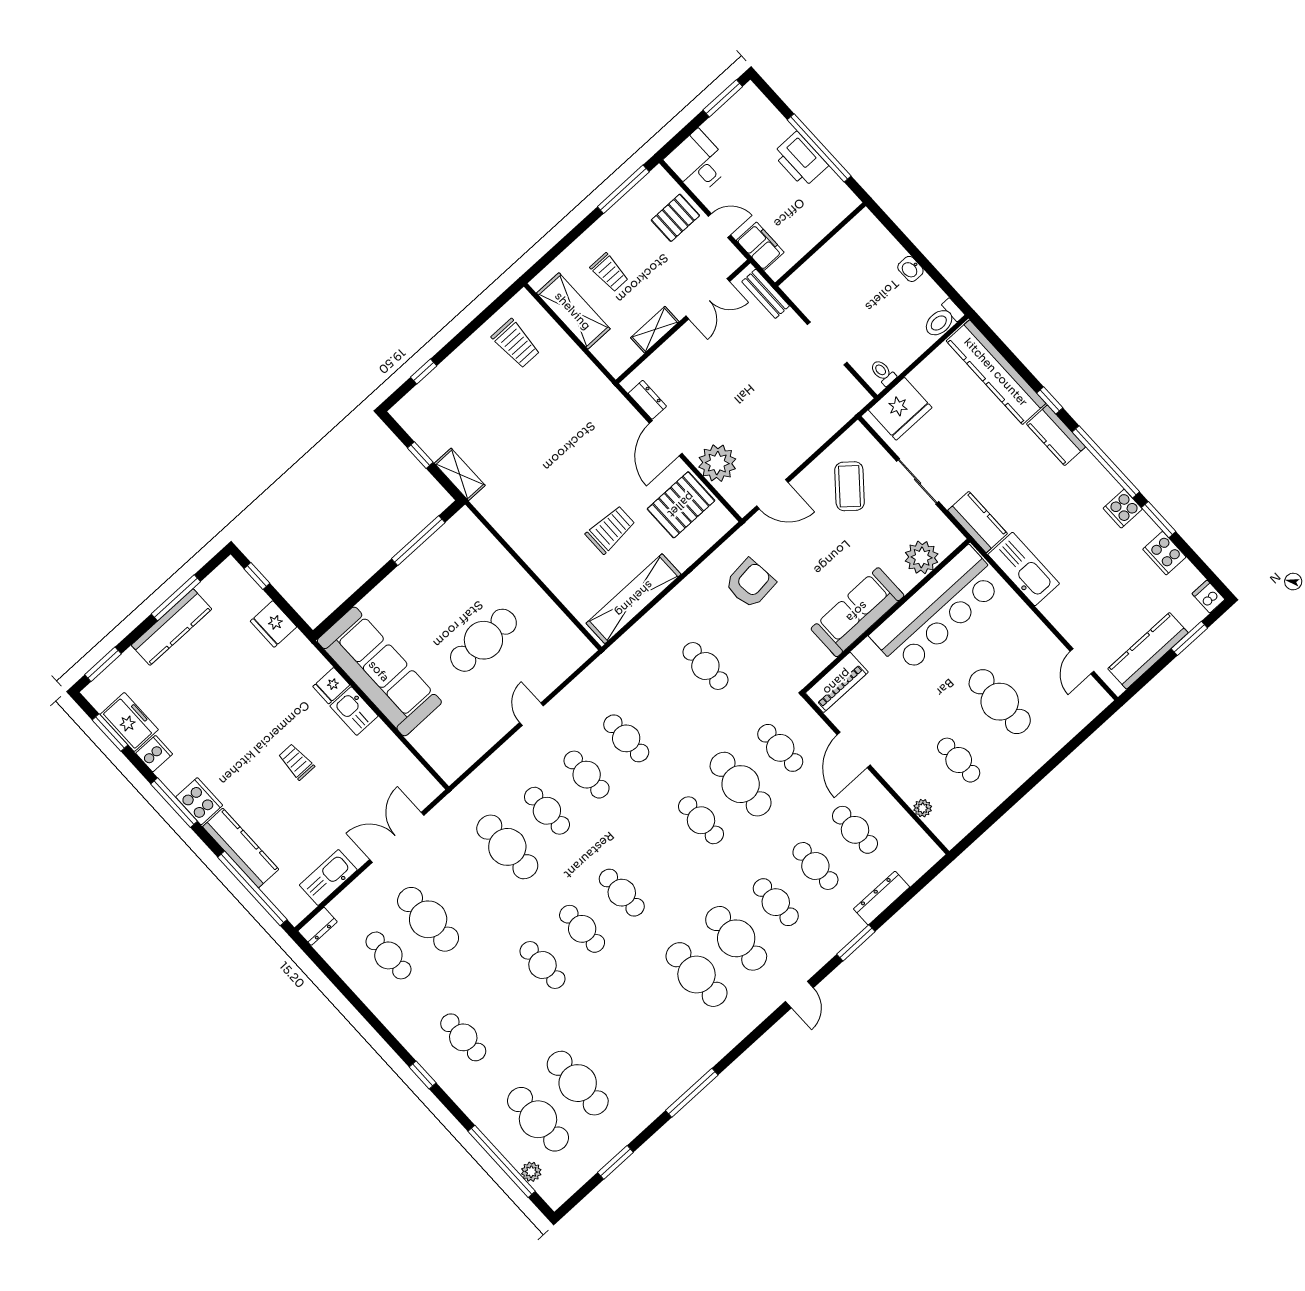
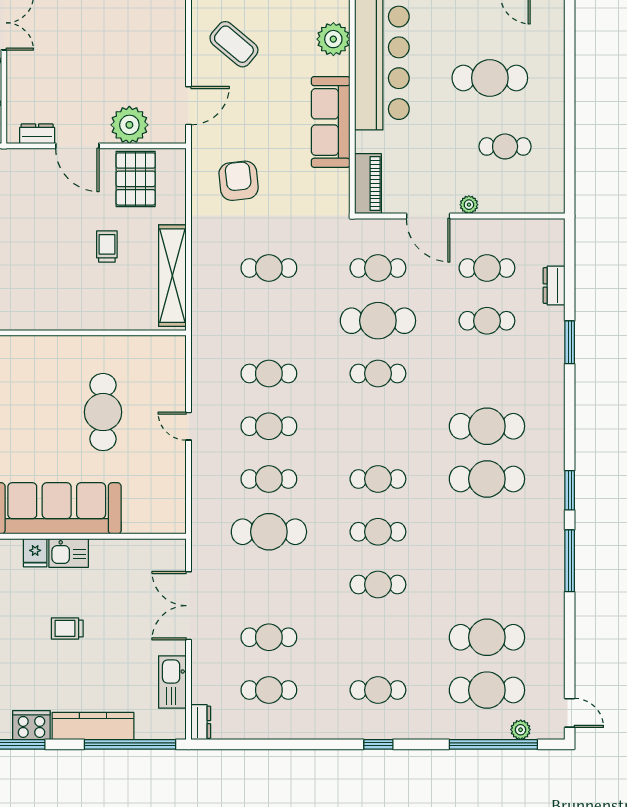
trolley: (610, 530) -> (107, 247), width x0.73, depth x0.72
plant: (923, 808) -> (469, 205), moved
dresser: (882, 898) -> (554, 286), width x0.70
cafe table: (776, 902) -> (487, 373), removed
cafe table: (428, 919) -> (269, 637), width x0.73, depth x0.74
door: (799, 995) -> (570, 713), moved
window: (615, 1162) -> (570, 490), moved

